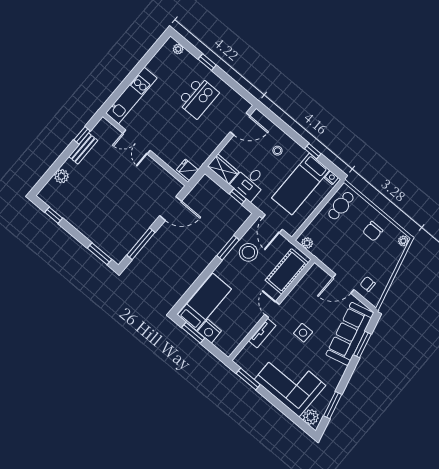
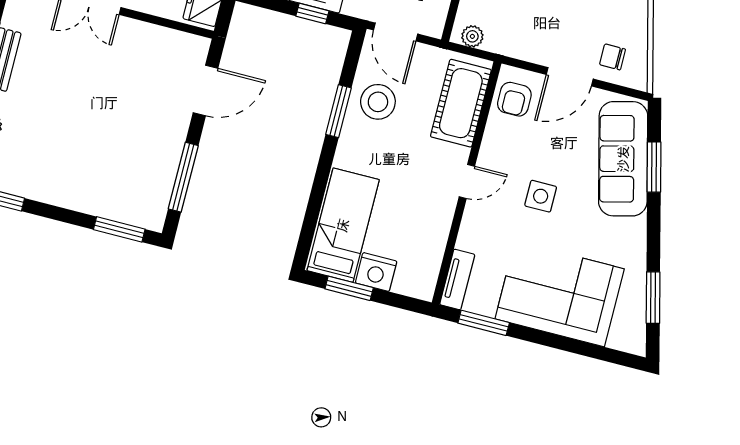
armchair: (313, 282) -> (514, 99), added
door: (272, 309) -> (467, 181), swing flipped
tv unit: (262, 333) -> (457, 279), moved
plant: (311, 417) -> (625, 337), removed

